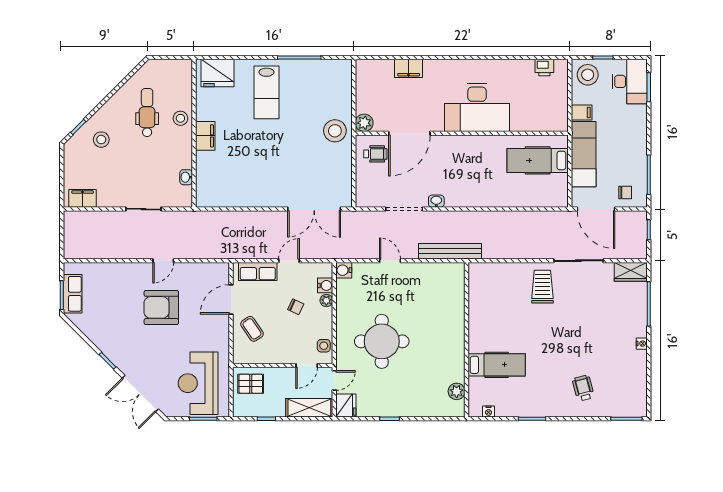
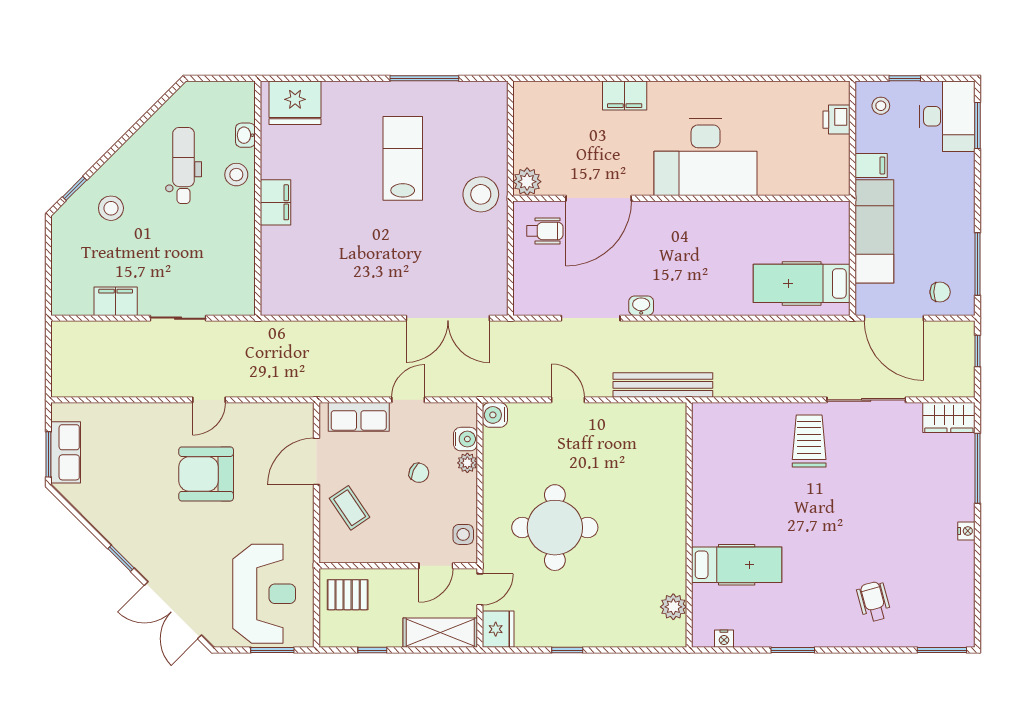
printer: (544, 67) -> (837, 120), moved, turned 90
filing cabinet: (409, 68) -> (625, 95), moved
stool: (588, 75) -> (881, 106), width x0.53, depth x0.53
lab bench: (266, 92) -> (403, 158), moved, turned 180
hospital bed: (538, 160) -> (802, 283), moved
washbasin: (186, 177) -> (245, 135), moved
filing cabinet: (83, 198) -> (116, 301), moved
reception desk: (198, 383) -> (264, 594), turned 180

